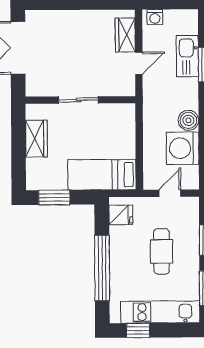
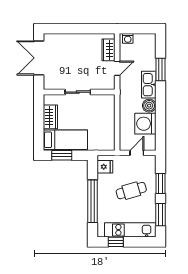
kitchen sink: (187, 56) -> (149, 85), moved
bed: (102, 175) -> (65, 140), moved, turned 180
cafe table: (162, 251) -> (131, 191), turned 74

